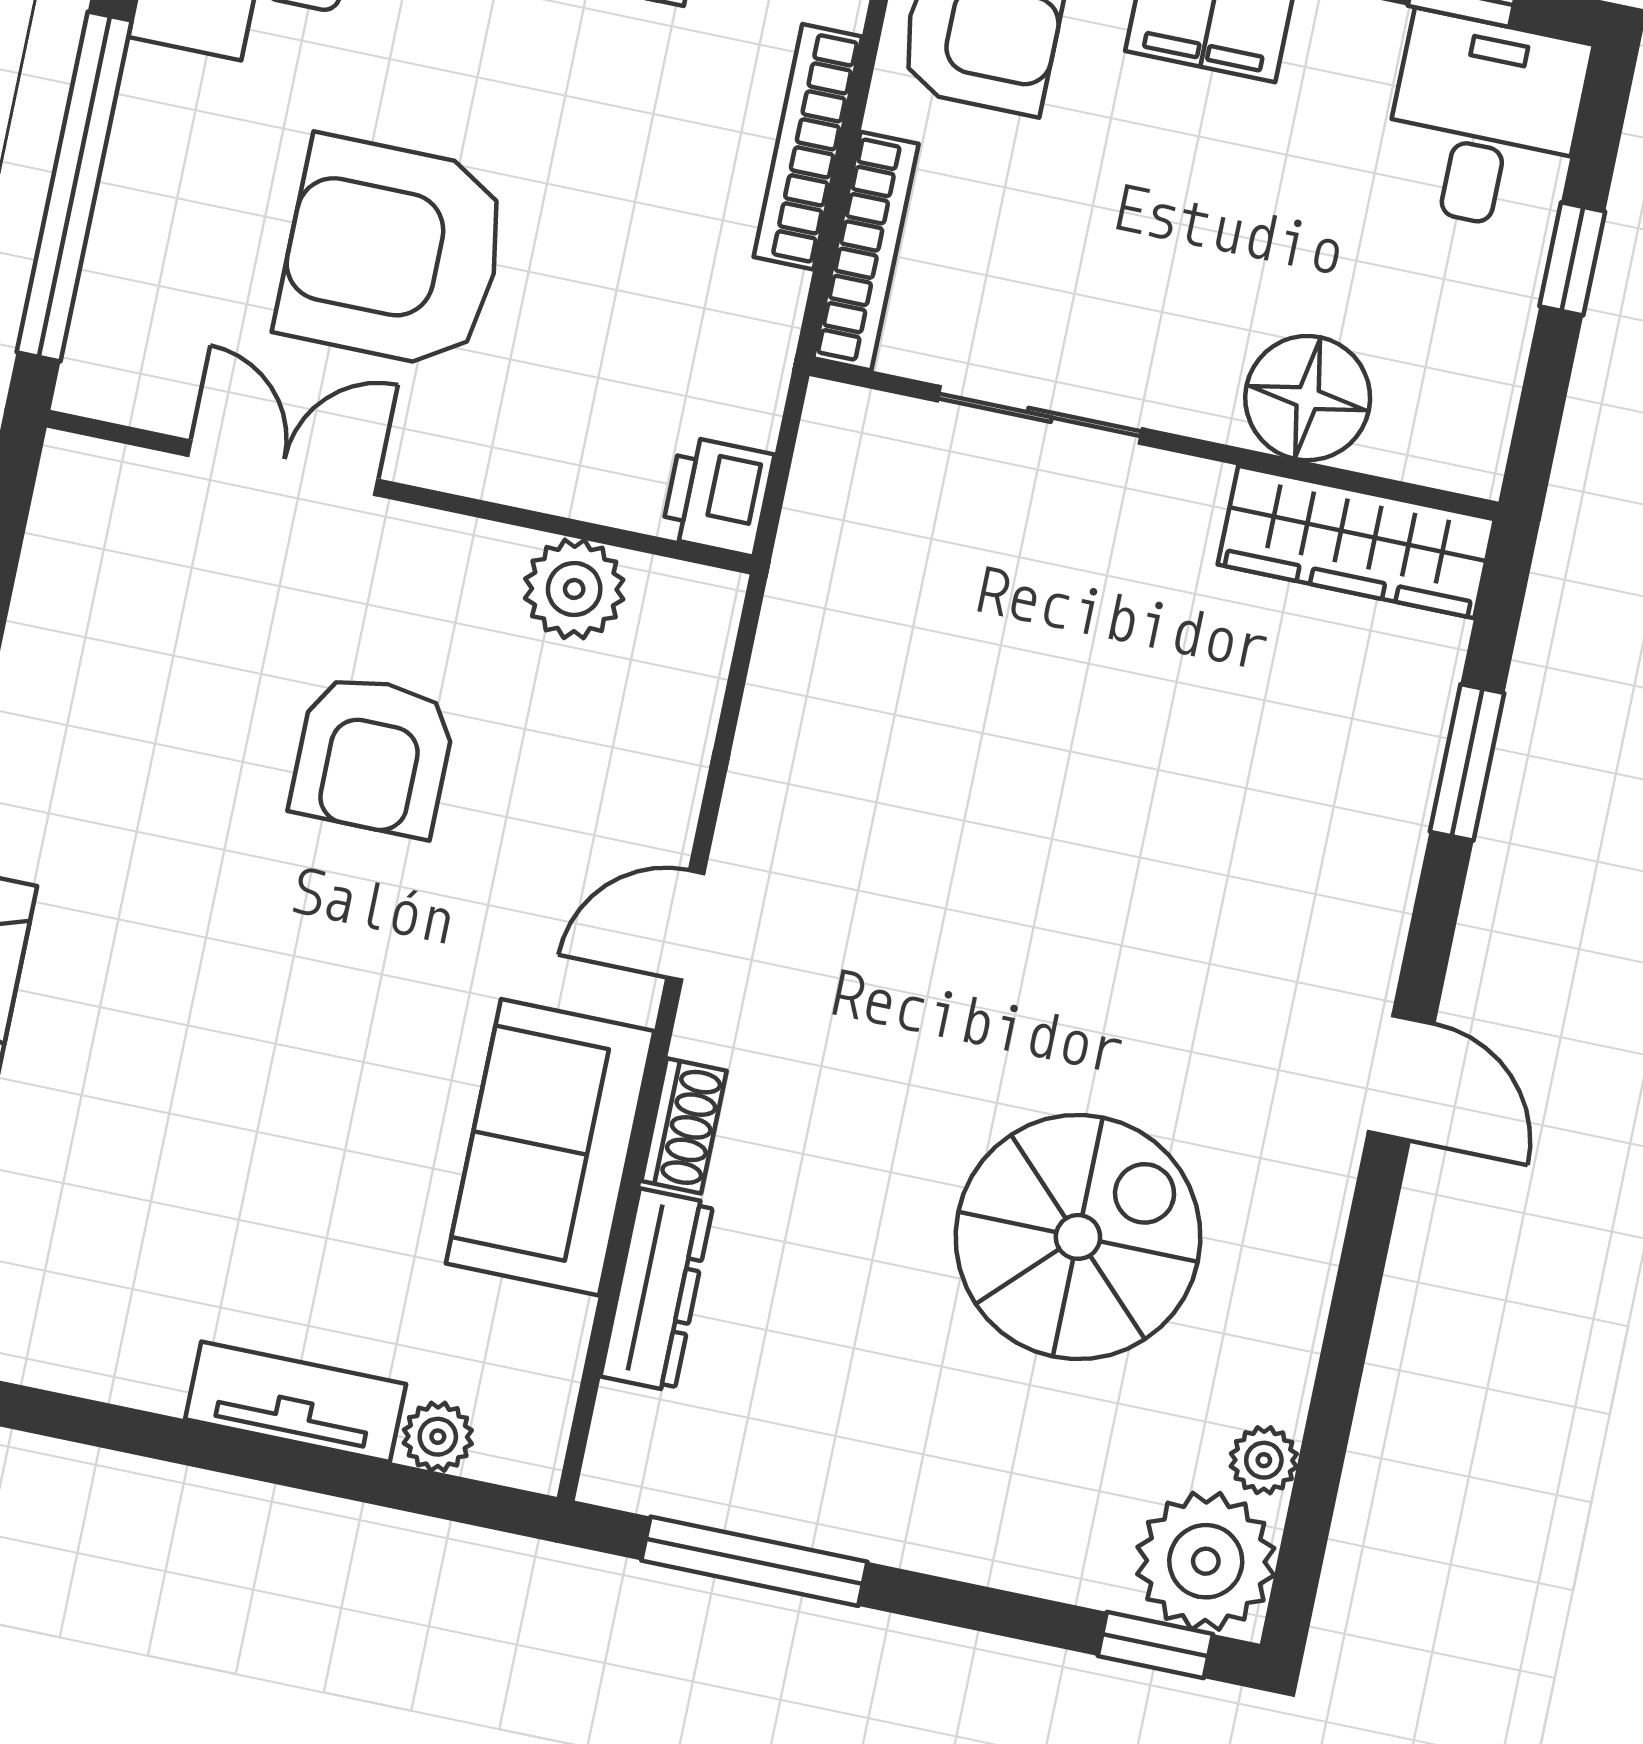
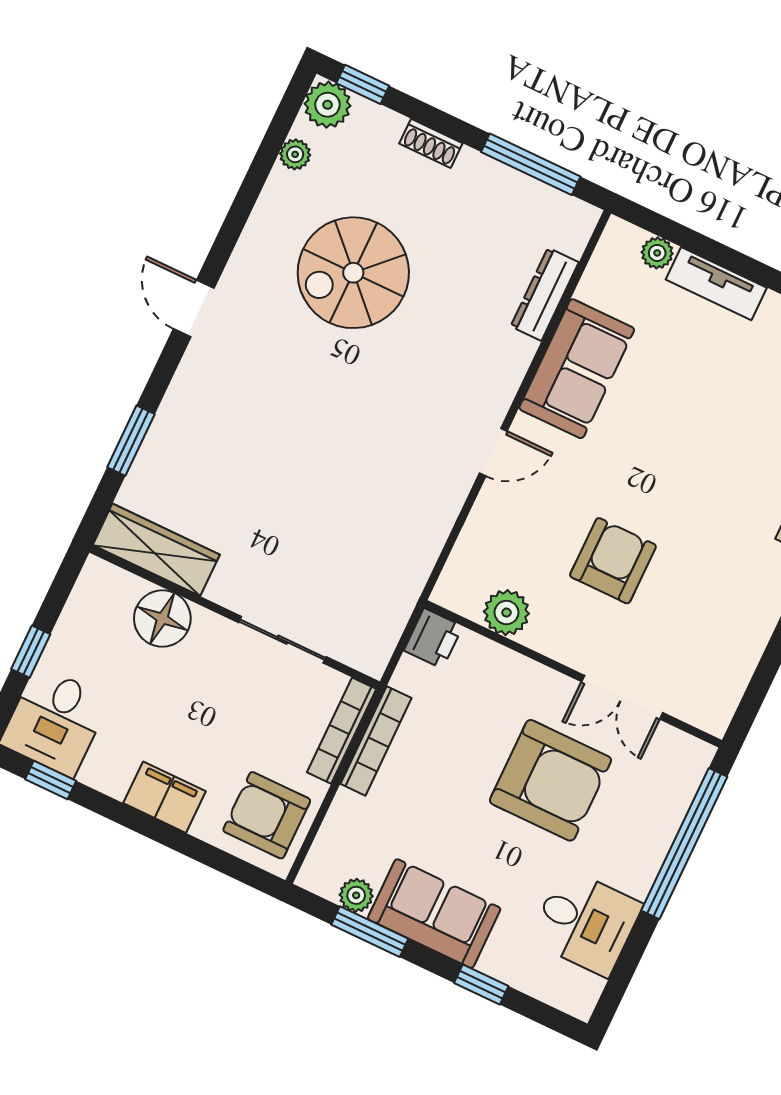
bookcase: (808, 147) -> (376, 741), moved
shoe rack: (684, 1126) -> (431, 143), moved, turned -90
plant: (1206, 1561) -> (327, 105), width x0.73, depth x0.73

